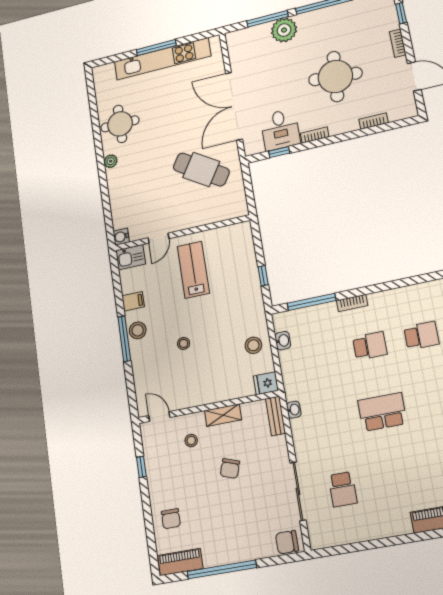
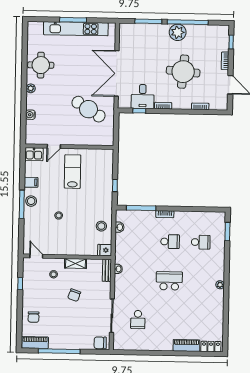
plant: (284, 30) -> (178, 32), moved
water cooler: (121, 237) -> (30, 115), moved

